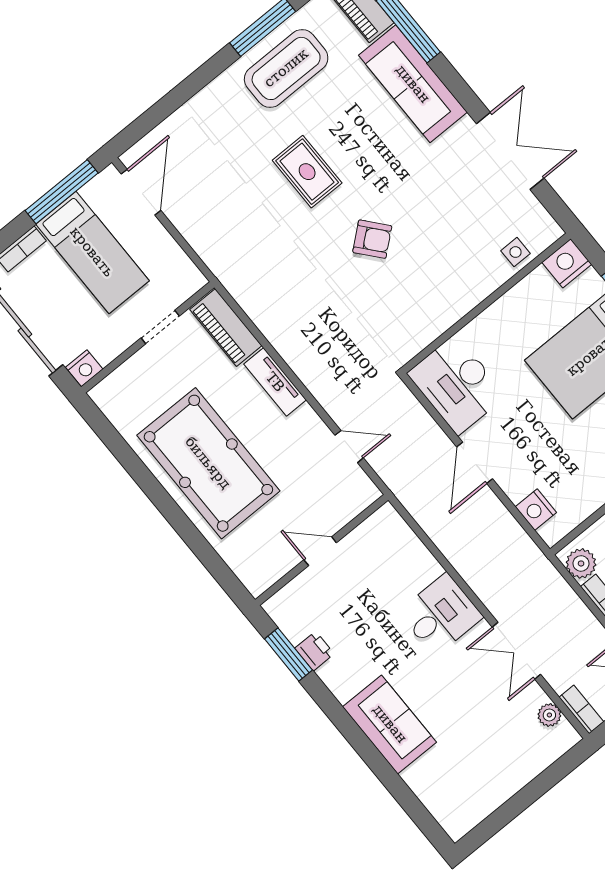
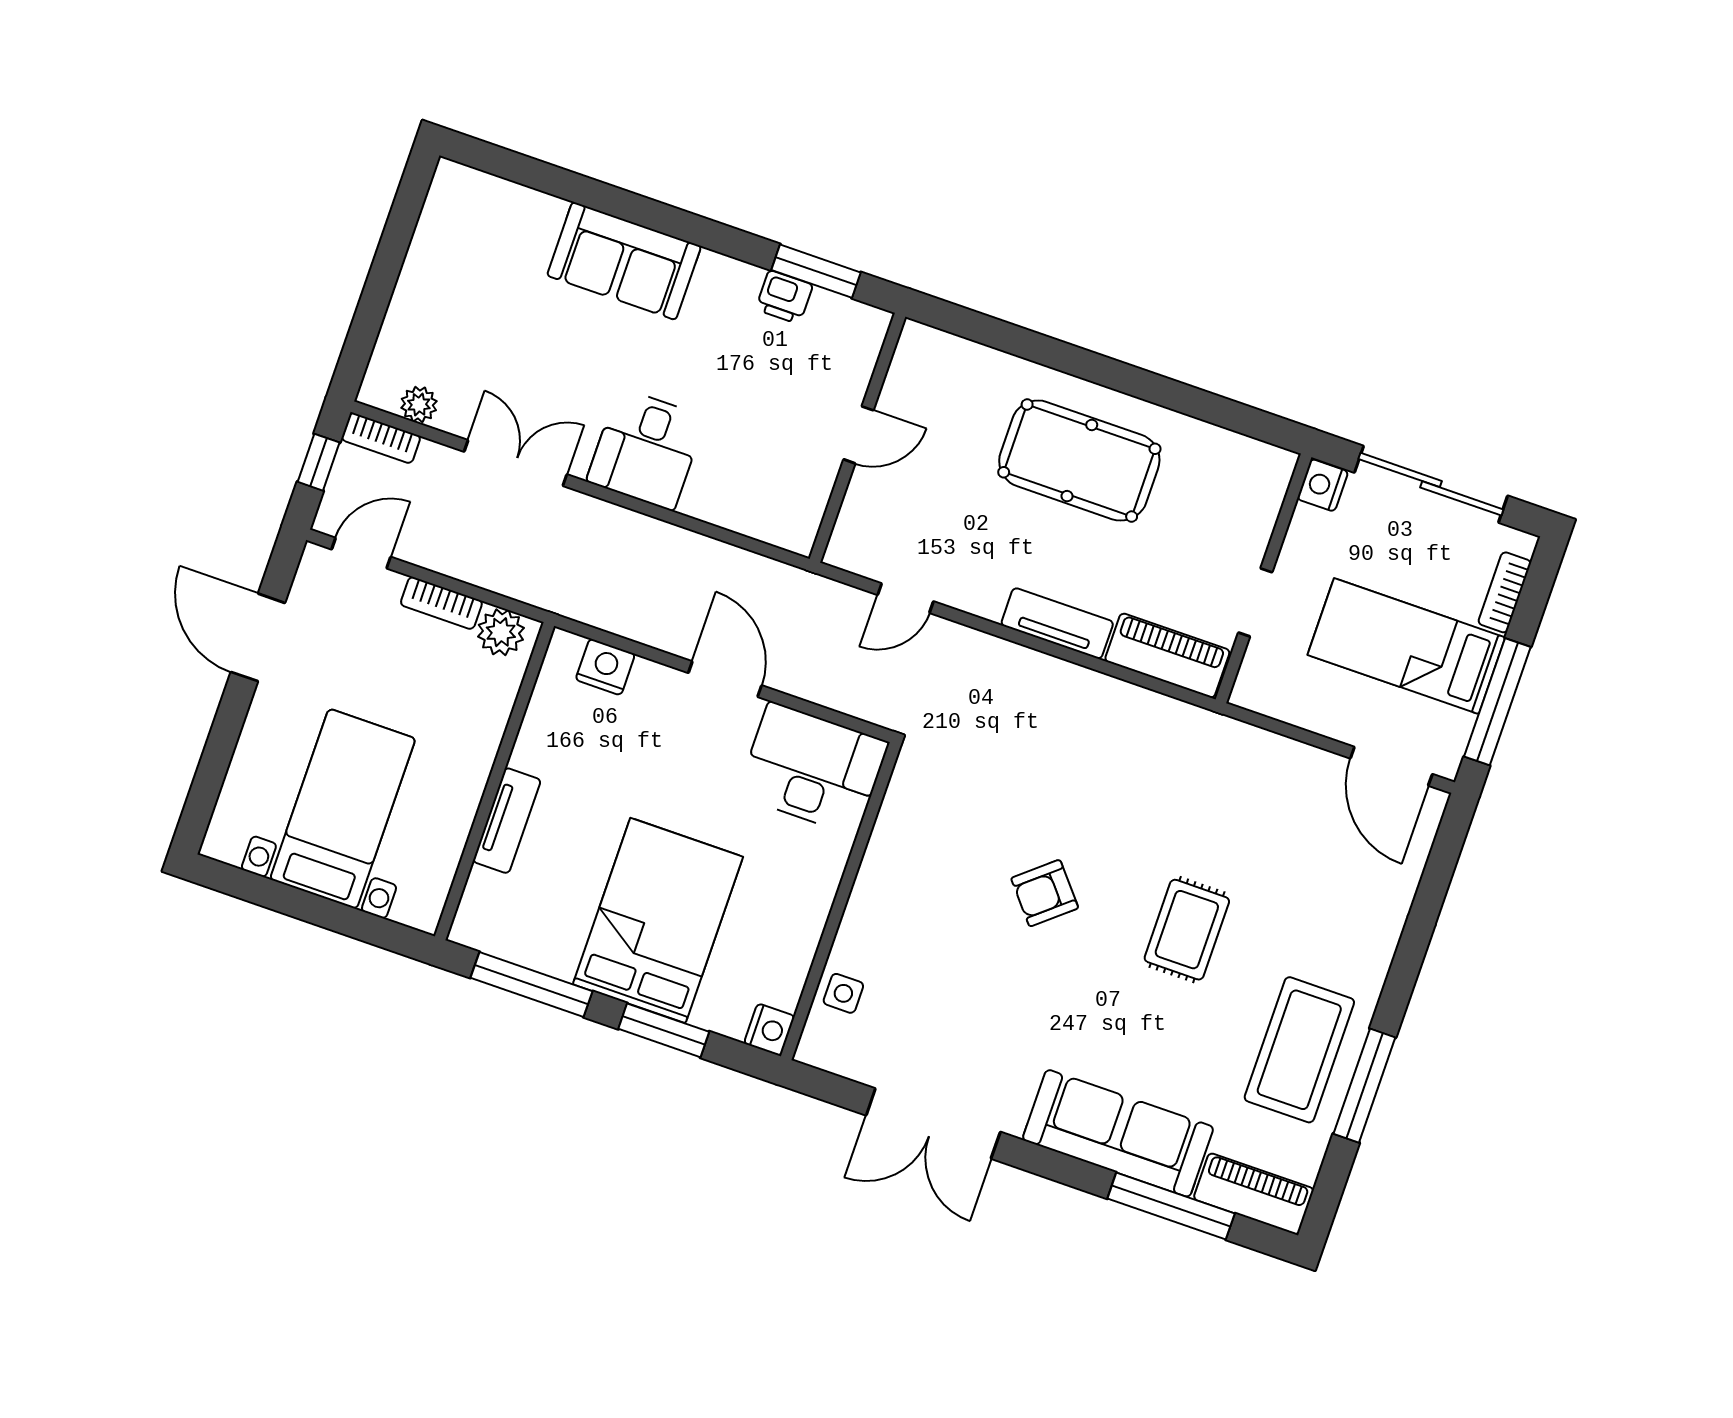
rug: (307, 172) -> (1187, 930), turned 90
nightstand: (567, 263) -> (769, 1030), width x0.74, depth x0.75
pool table: (208, 463) -> (1079, 461), width x0.73, depth x0.76

